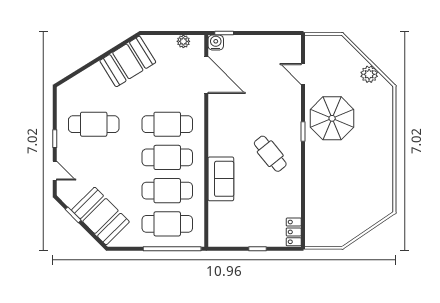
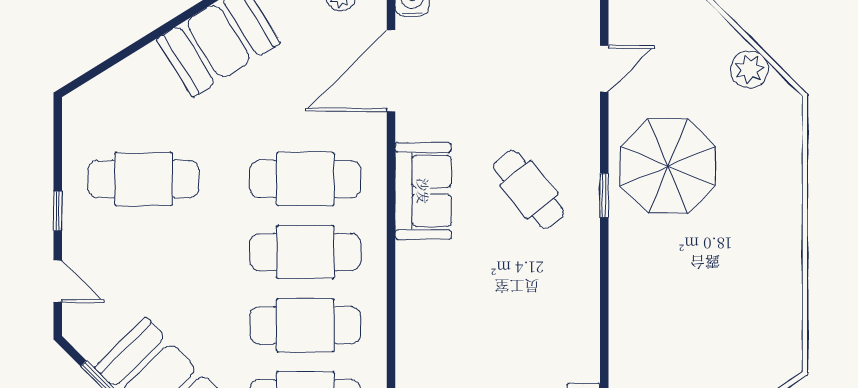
door: (303, 74) -> (604, 69), swing flipped
door: (206, 75) -> (391, 71), swing flipped
cafe table: (270, 154) -> (529, 190), moved
sofa: (221, 179) -> (423, 191), moved

